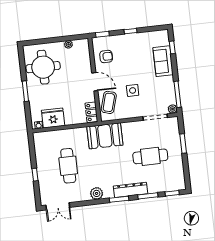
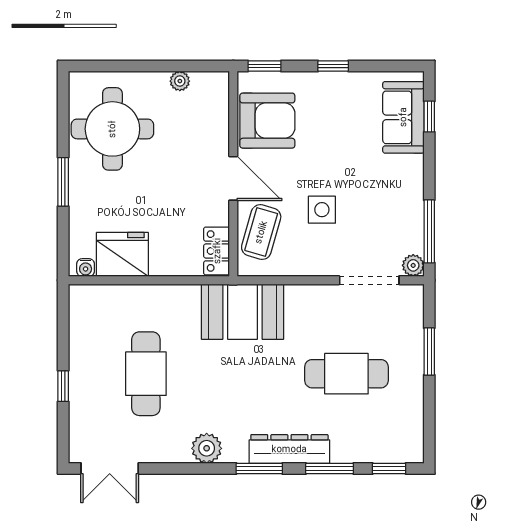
armchair: (106, 57) -> (267, 121), width x1.88, depth x1.88
sofa: (163, 61) -> (403, 117), moved

